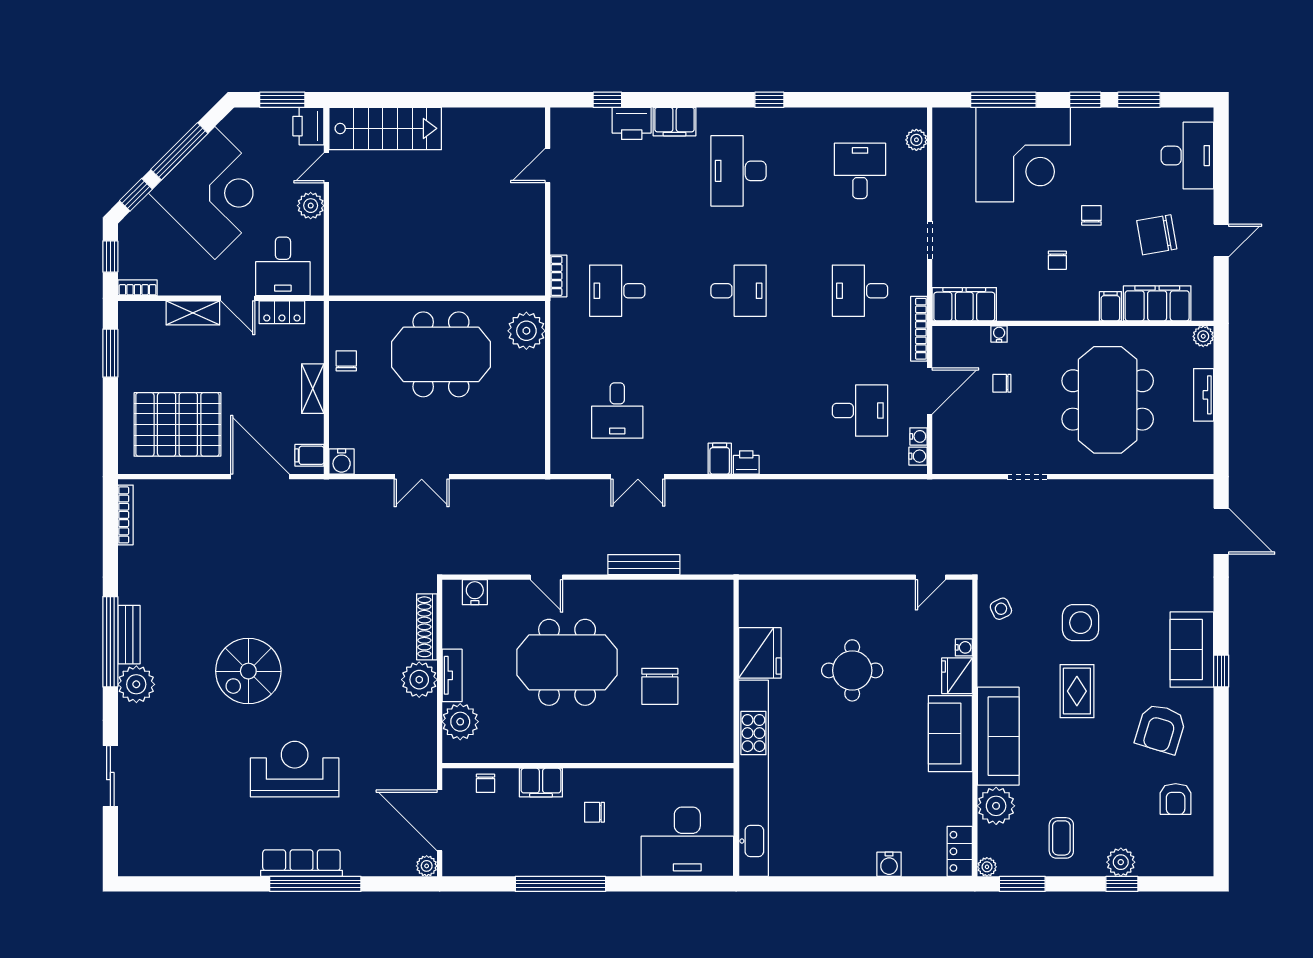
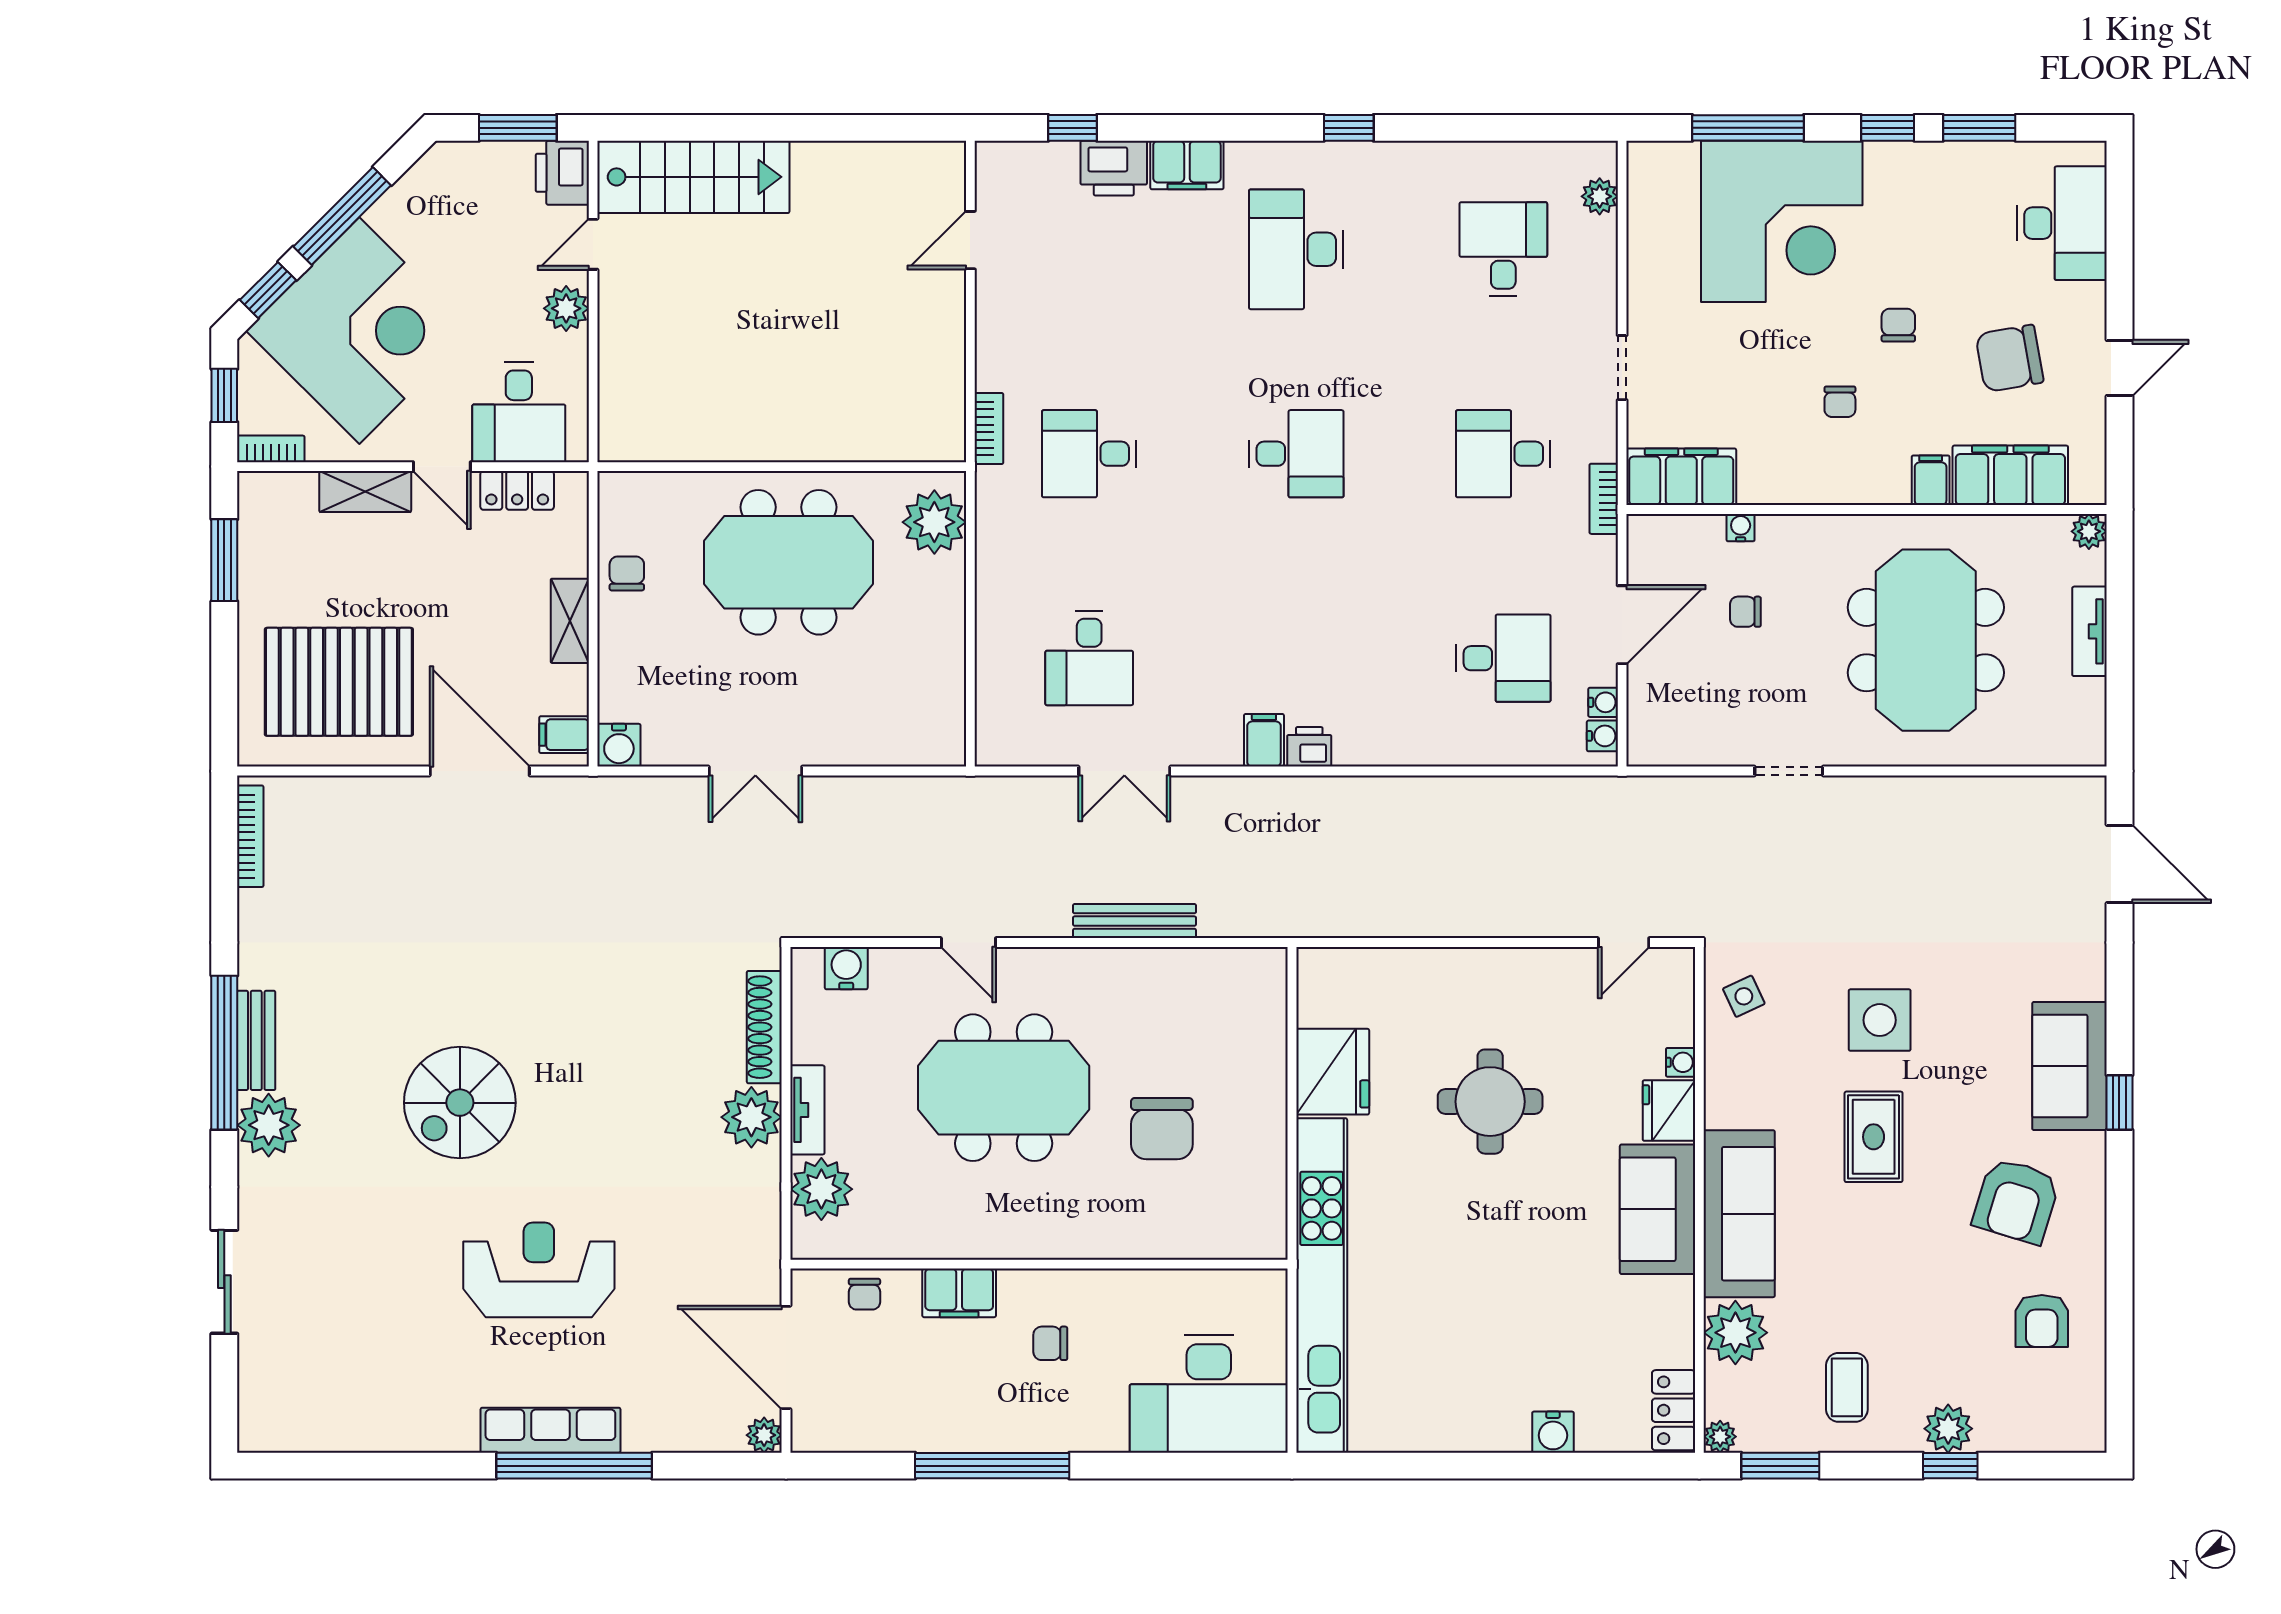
corner desk: (215, 193) -> (359, 331), moved
bookcase: (919, 329) -> (1604, 499), width x0.64

